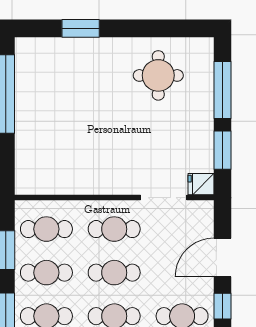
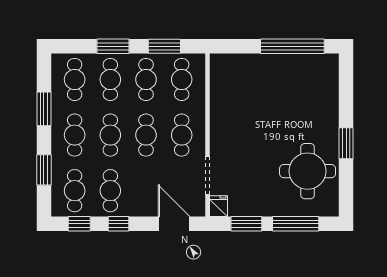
window: (81, 28) -> (346, 143), moved
round table: (158, 75) -> (308, 171), width x1.36, depth x1.36
door: (223, 258) -> (174, 224), moved

